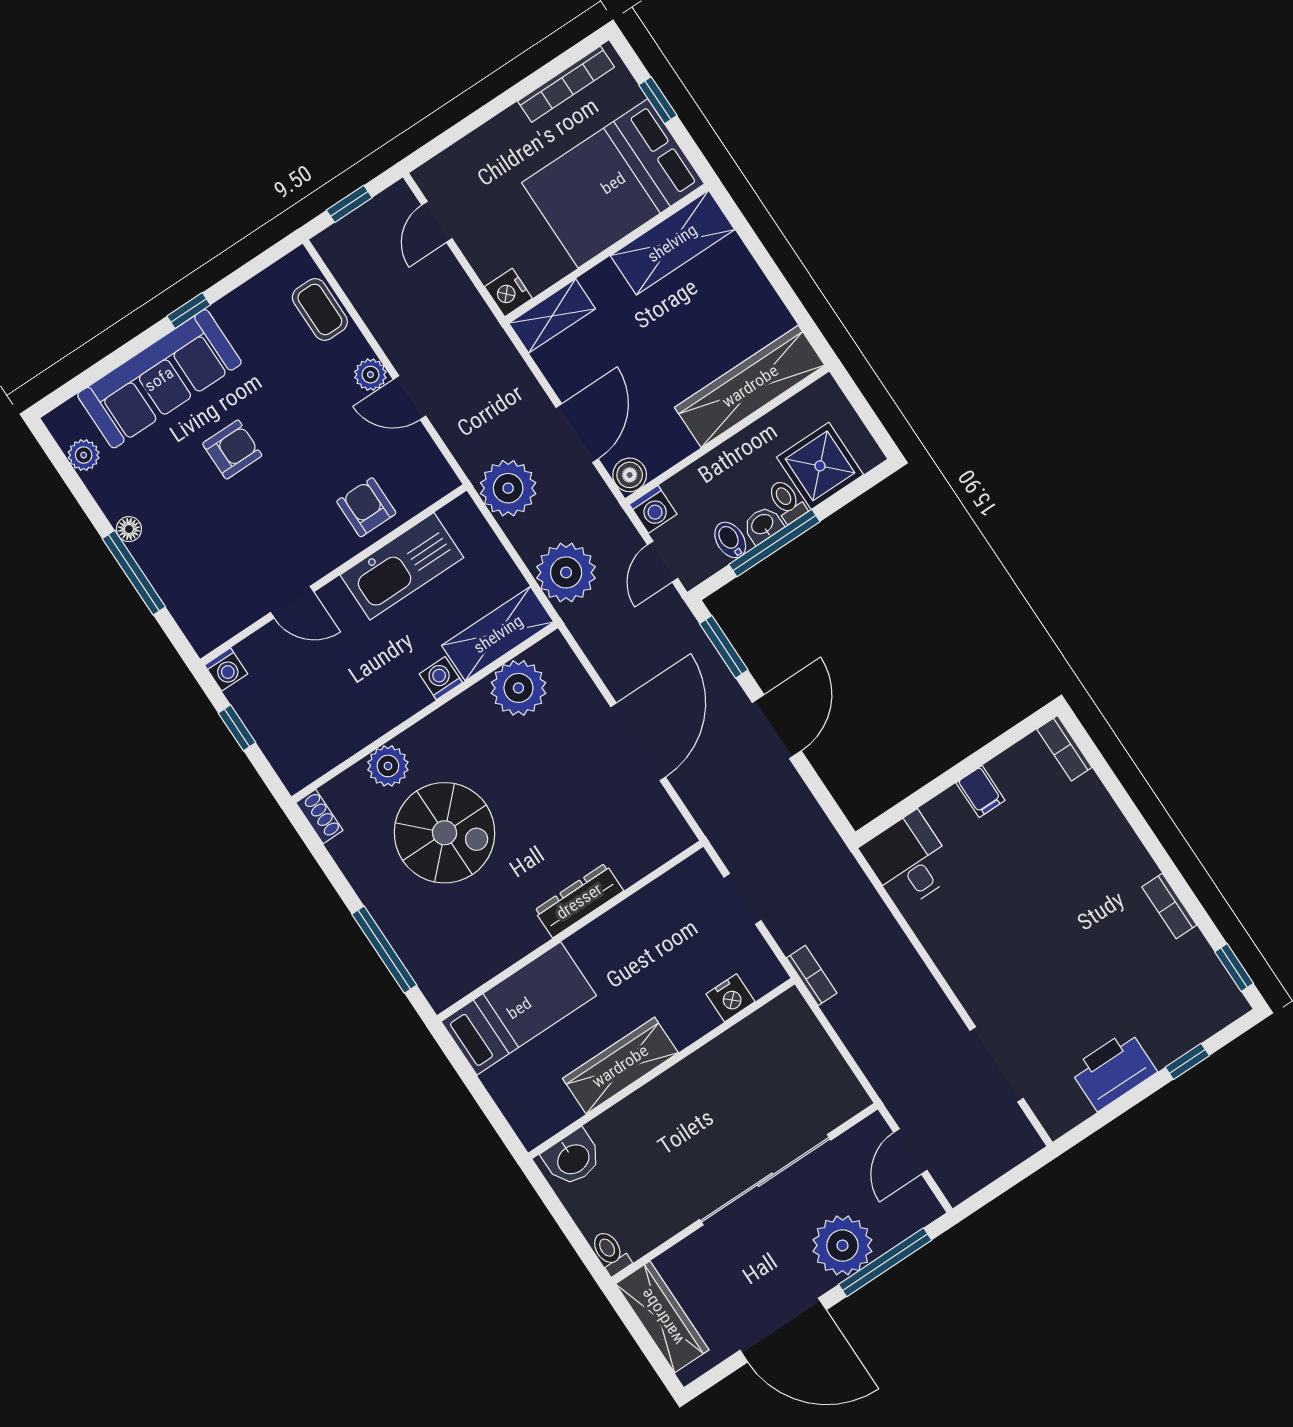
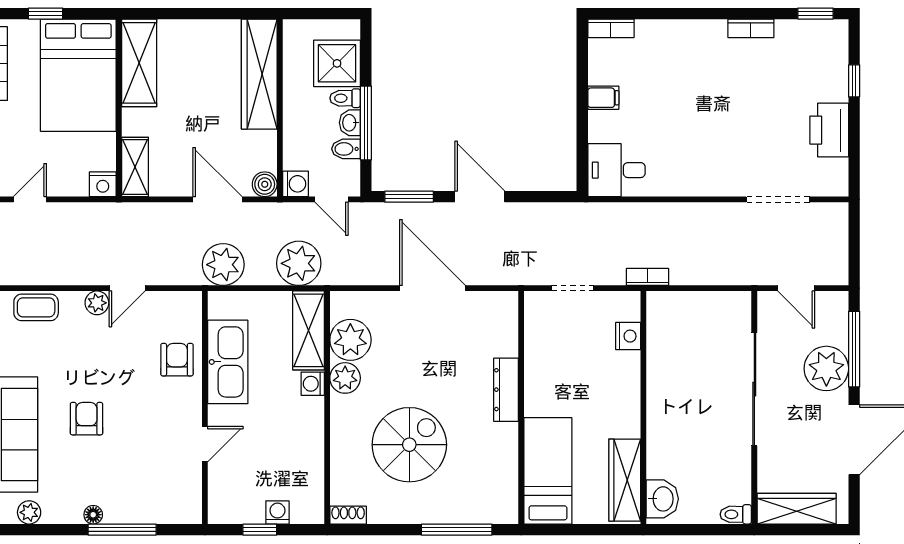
door: (437, 222) -> (30, 199), swing flipped
armchair: (366, 507) -> (177, 360), turned 90
washing machine: (226, 669) -> (277, 512), moved, turned -90
plant: (388, 766) -> (345, 378), moved
wardrobe: (620, 1066) -> (625, 480), moved

